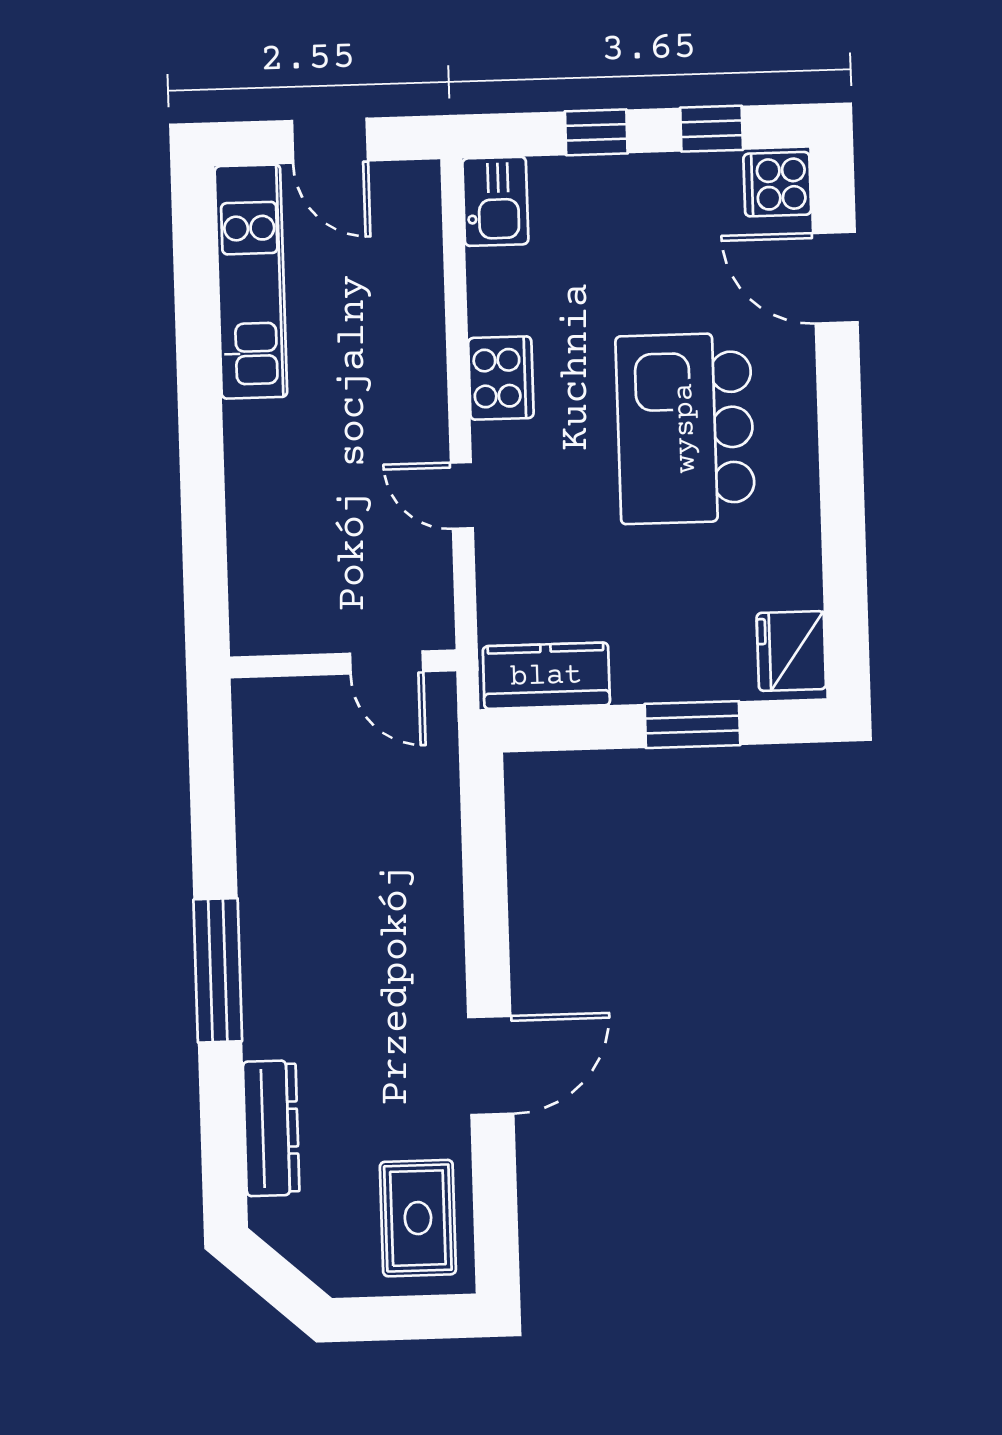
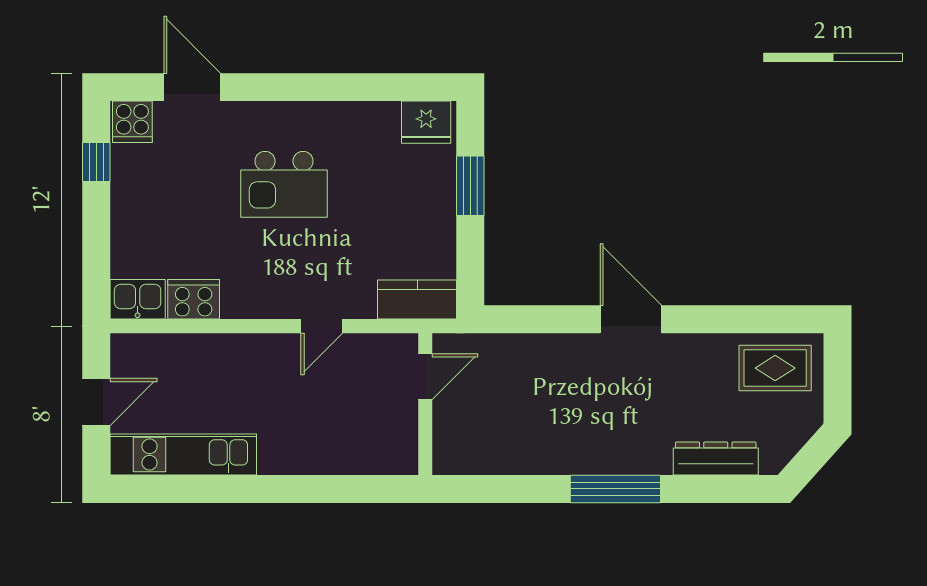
window: (596, 132) -> (96, 234), removed
door: (835, 278) -> (192, 87), swing flipped
cooker: (501, 378) -> (194, 299), moved
kitchen island: (685, 428) -> (284, 184), width x0.73, depth x0.78
kitchen counter: (546, 676) -> (417, 299), moved, turned 90
door: (491, 1065) -> (631, 319), moved

